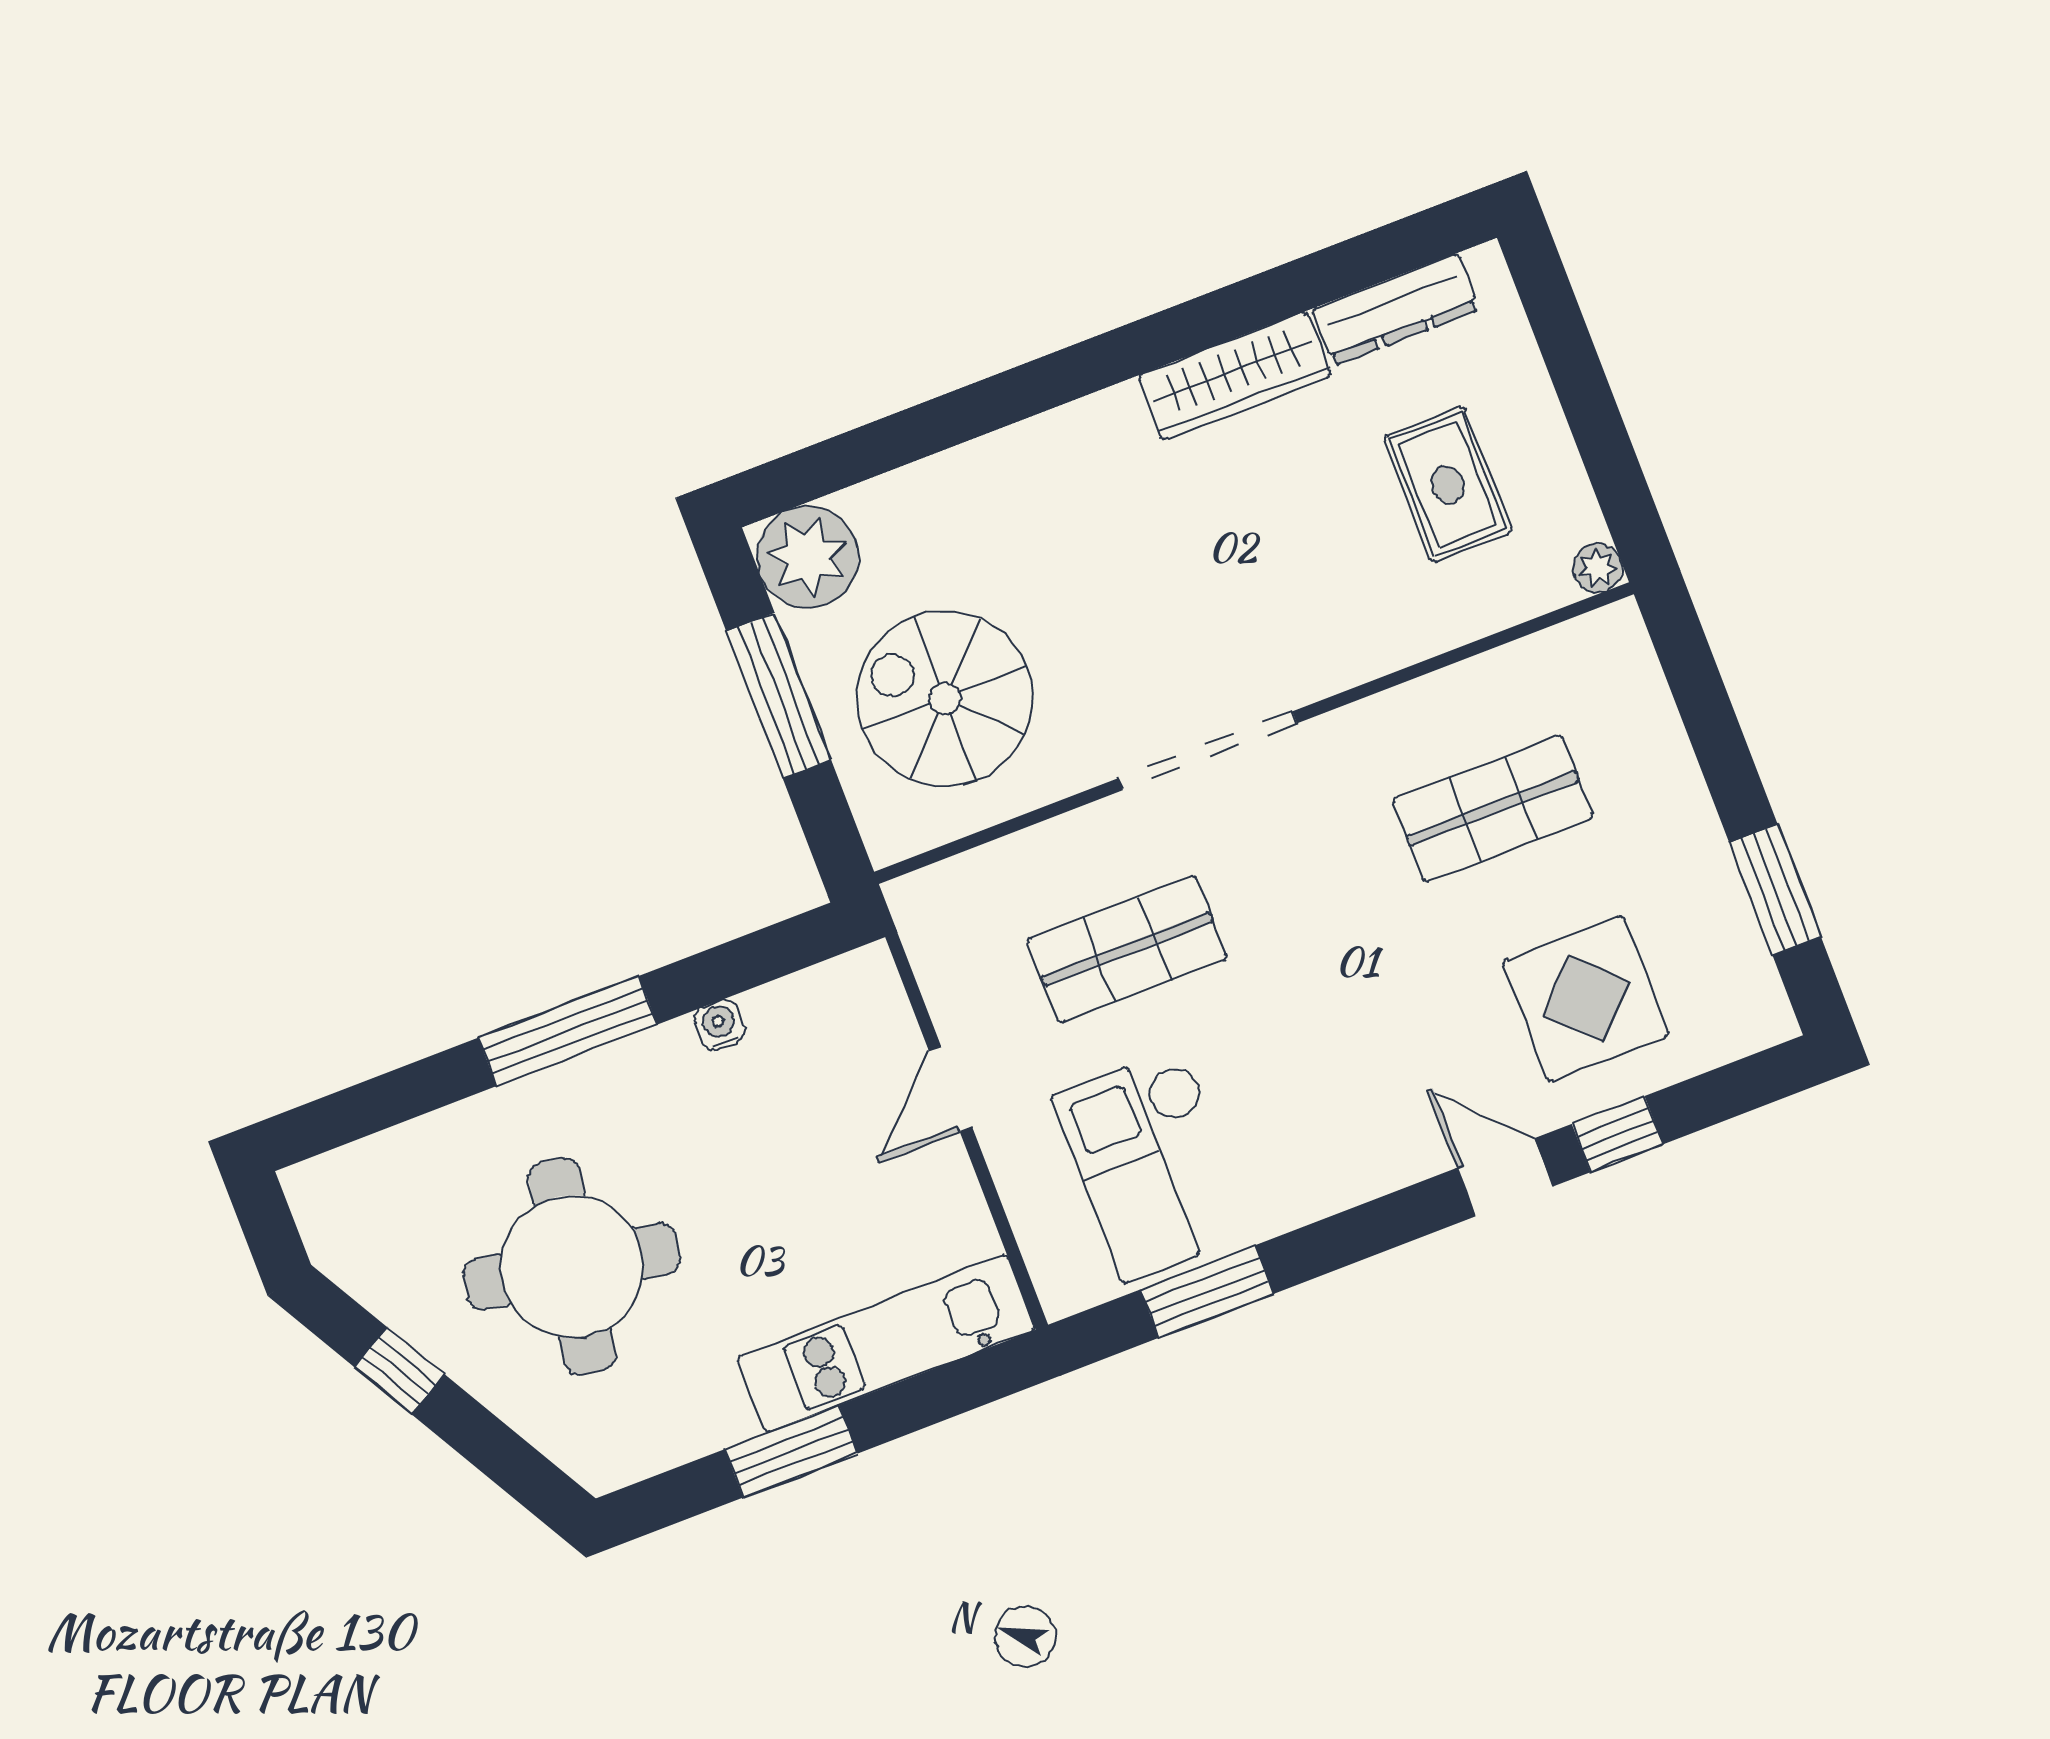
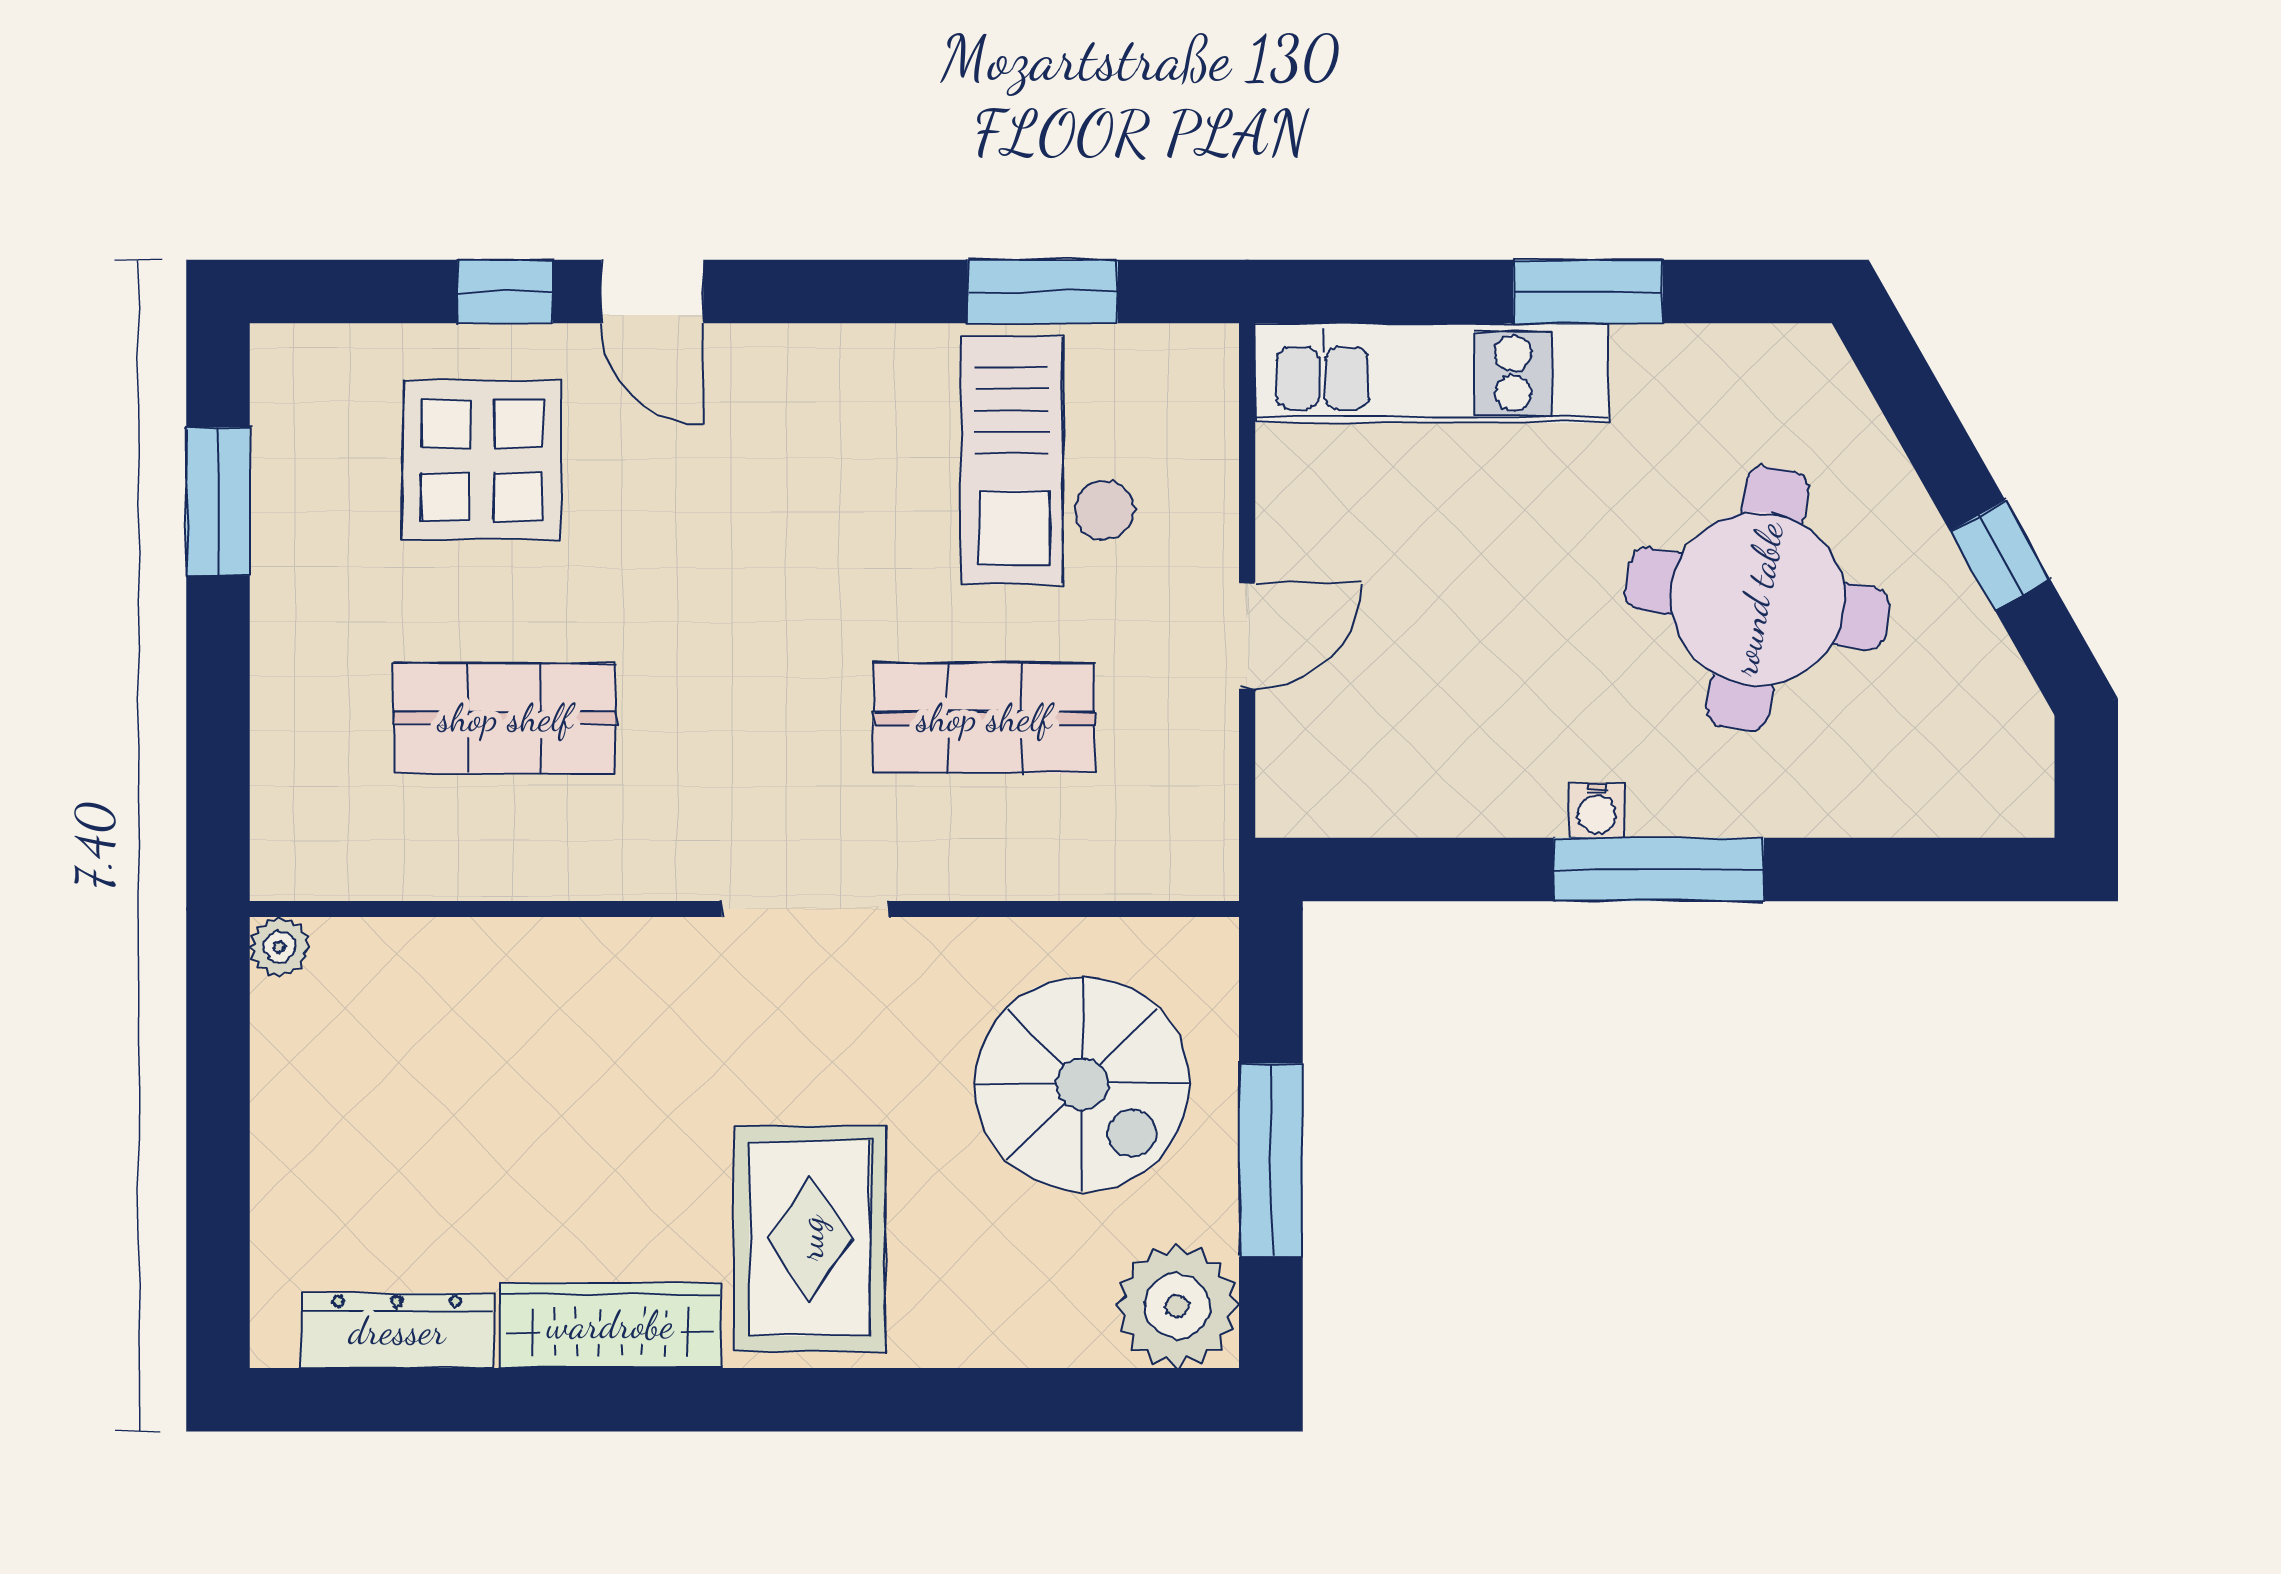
rug: (1448, 484) -> (810, 1238), moved, width x1.36, depth x1.43
doorway: (1208, 751) -> (805, 909), width x0.73
water cooler: (720, 1025) -> (1597, 810), moved
checkout: (1153, 1165) -> (1049, 460), turned 180

